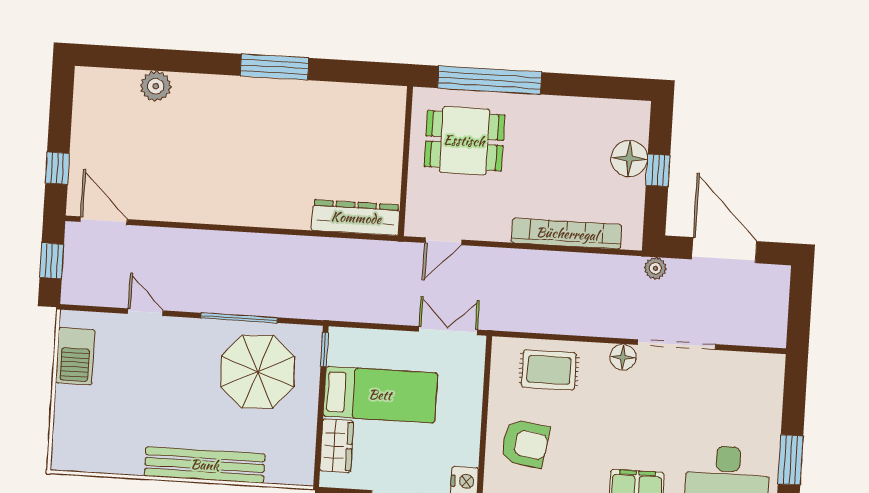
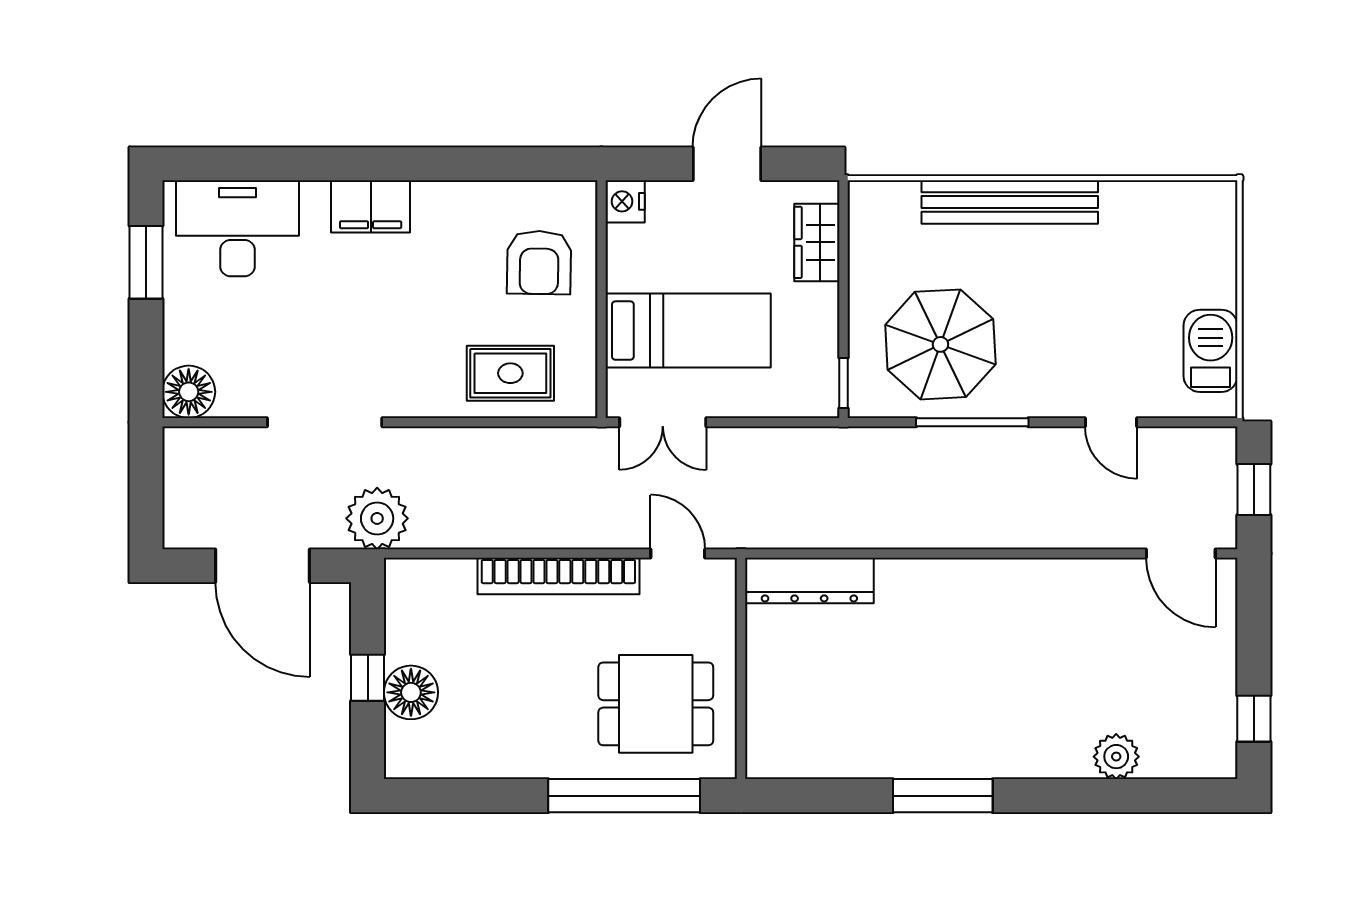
window: (57, 168) -> (1254, 719), moved
bookcase: (567, 234) -> (558, 576), moved
door: (443, 241) -> (678, 554), hinge flipped
plant: (655, 268) -> (377, 518), width x1.88, depth x1.88
floor lamp: (623, 357) -> (189, 392), moved, width x1.38, depth x1.38
bed: (380, 395) -> (688, 331), moved, turned 180
armchair: (525, 444) -> (539, 262), turned -98

